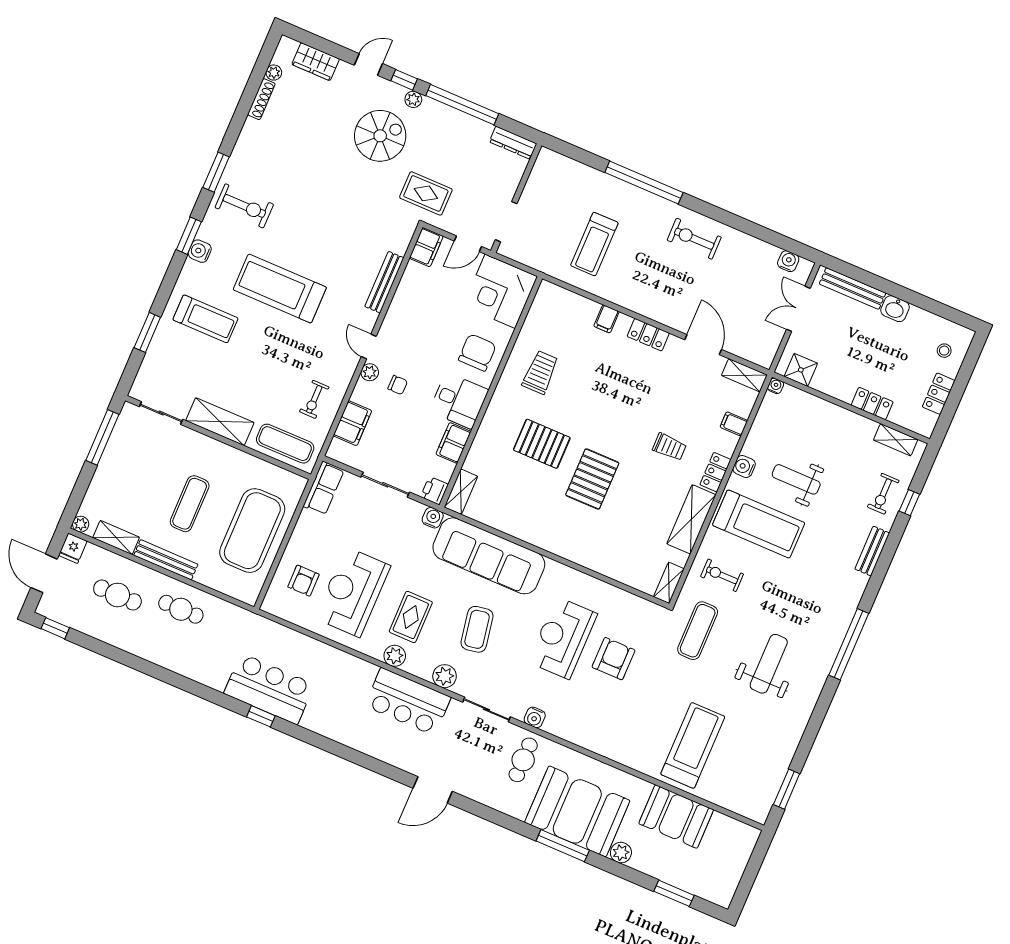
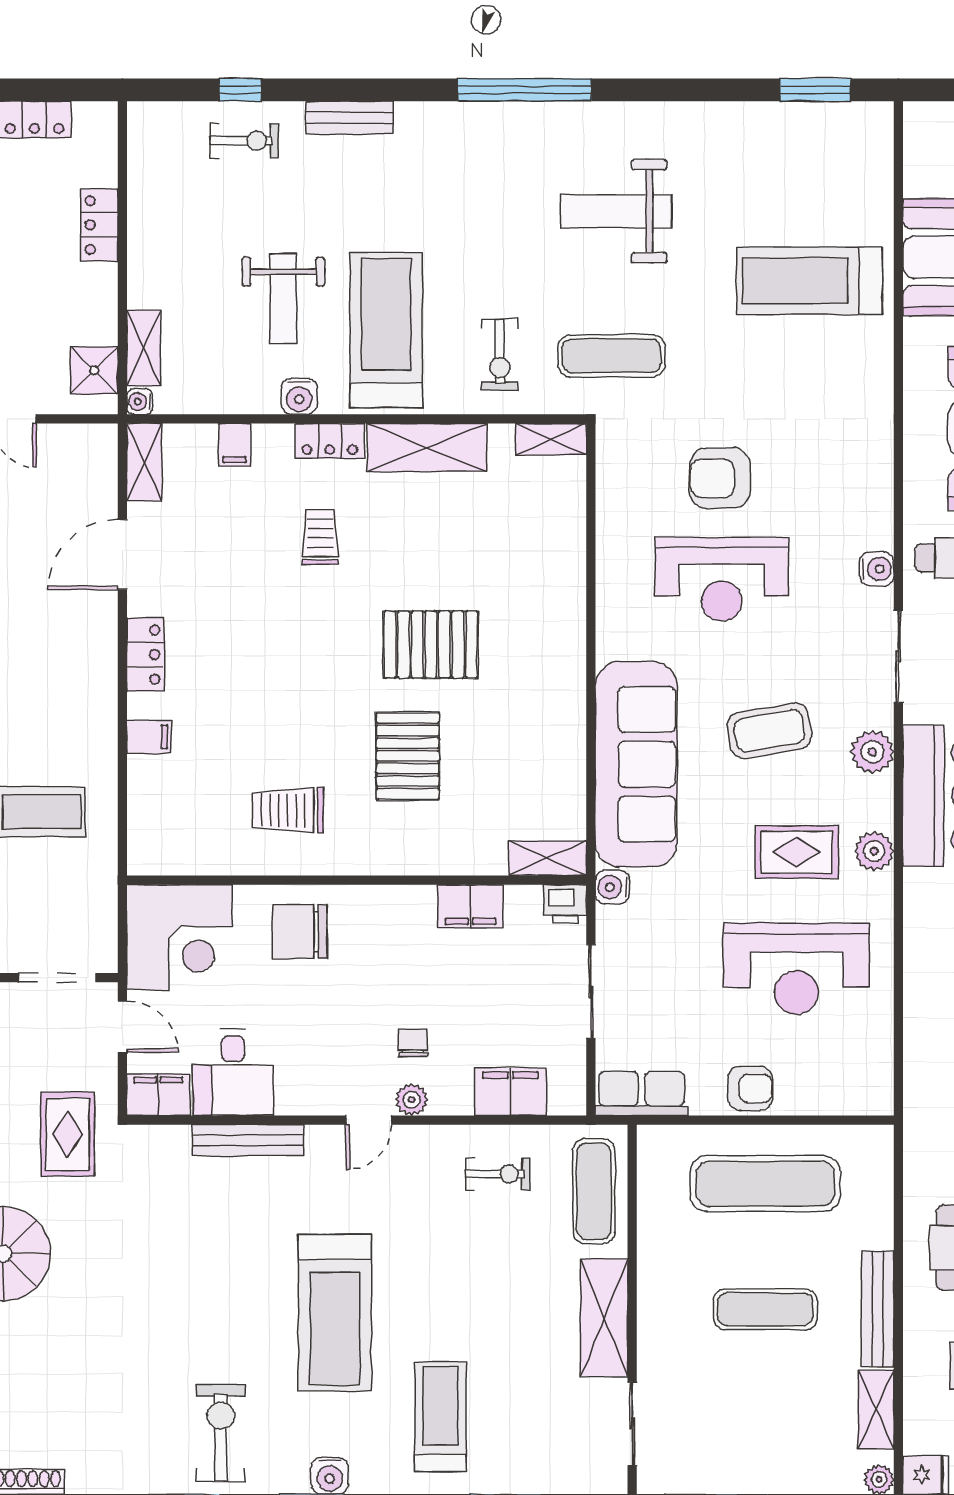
desk: (459, 401) -> (233, 1072), moved, turned 180
shelving: (896, 440) -> (144, 348), moved
exercise mat: (252, 531) -> (765, 1184), width x0.68
armchair: (303, 581) -> (750, 1088), moved

